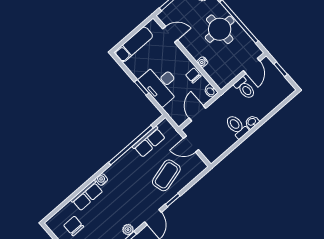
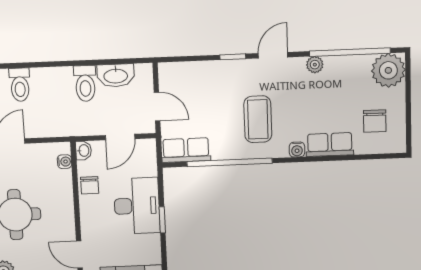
water cooler: (202, 62) -> (64, 162), moved
toilet: (245, 88) -> (20, 85), moved, turned 180
washbasin: (252, 122) -> (116, 75), moved, width x1.91, depth x1.45
row of seats: (149, 142) -> (186, 150), moved
coffee table: (166, 175) -> (258, 119), moved, turned -75

